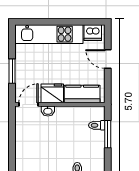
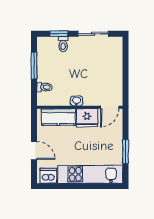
window: (12, 71) -> (125, 152), moved
washbasin: (48, 111) -> (77, 101), moved
window: (108, 134) -> (34, 66), moved

